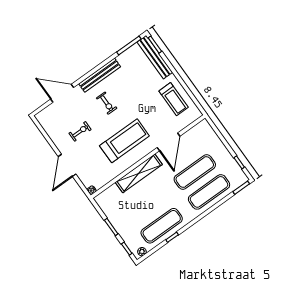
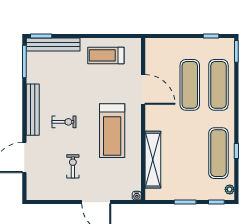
treadmill: (174, 99) -> (106, 55), turned 180
treadmill: (124, 141) -> (112, 131), turned 180
shelving: (139, 173) -> (153, 160), moved

